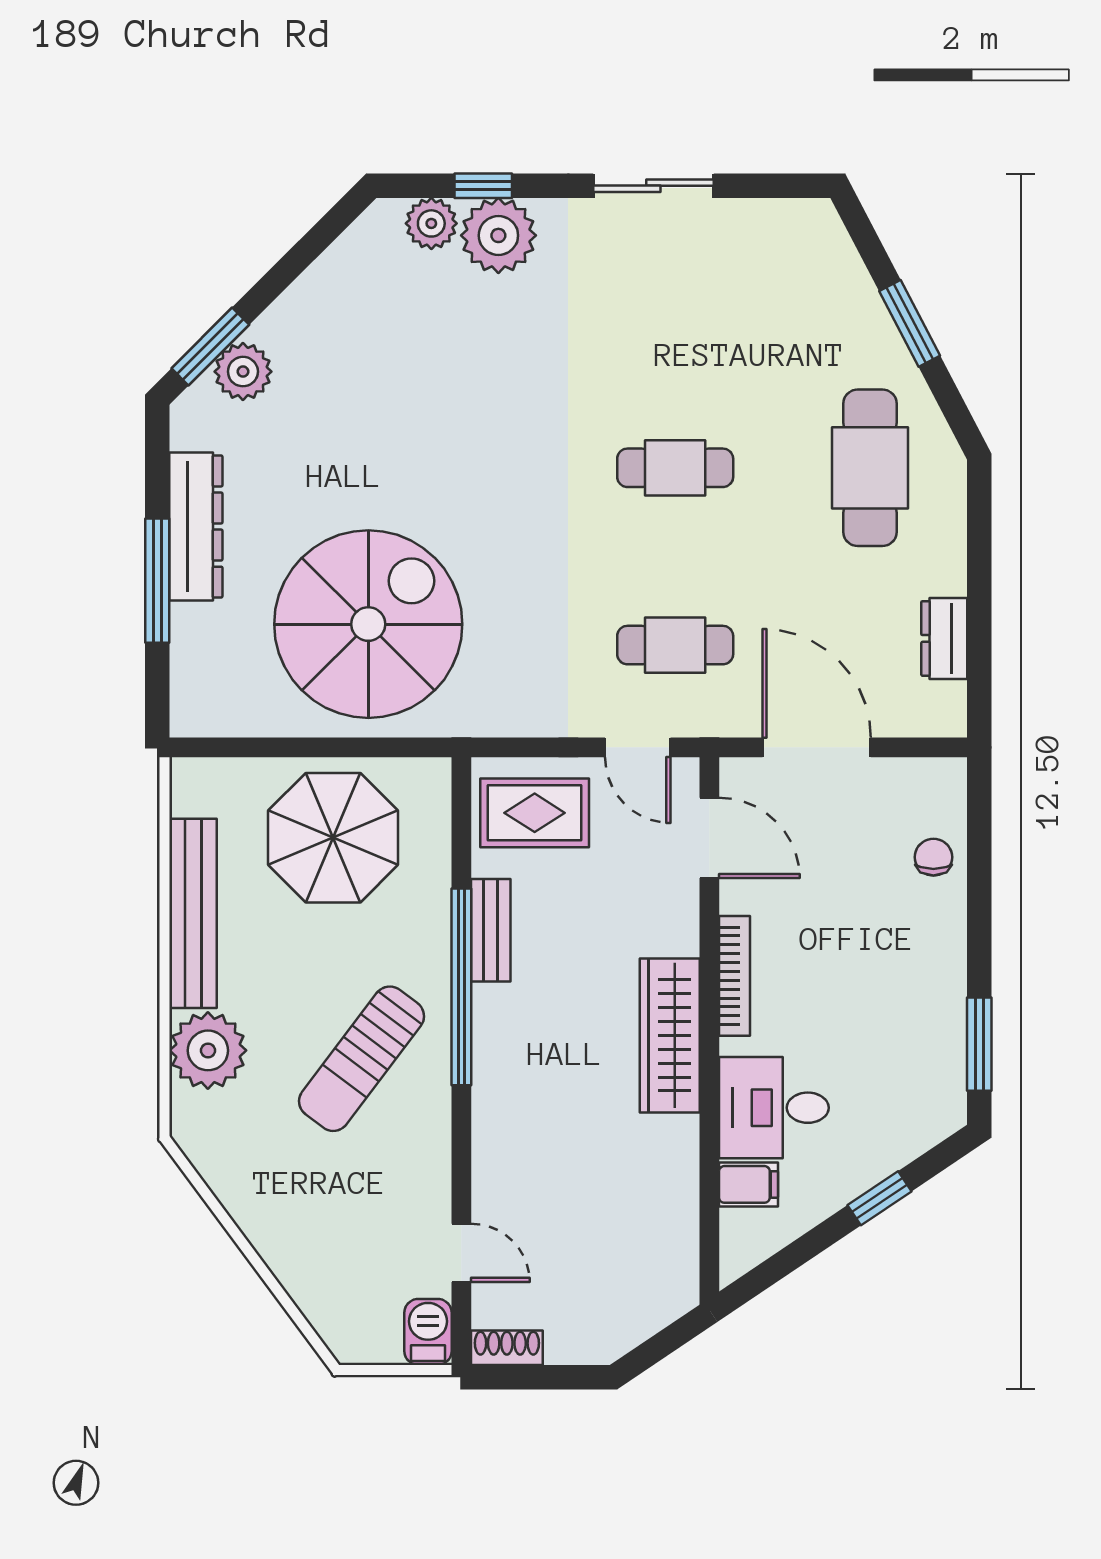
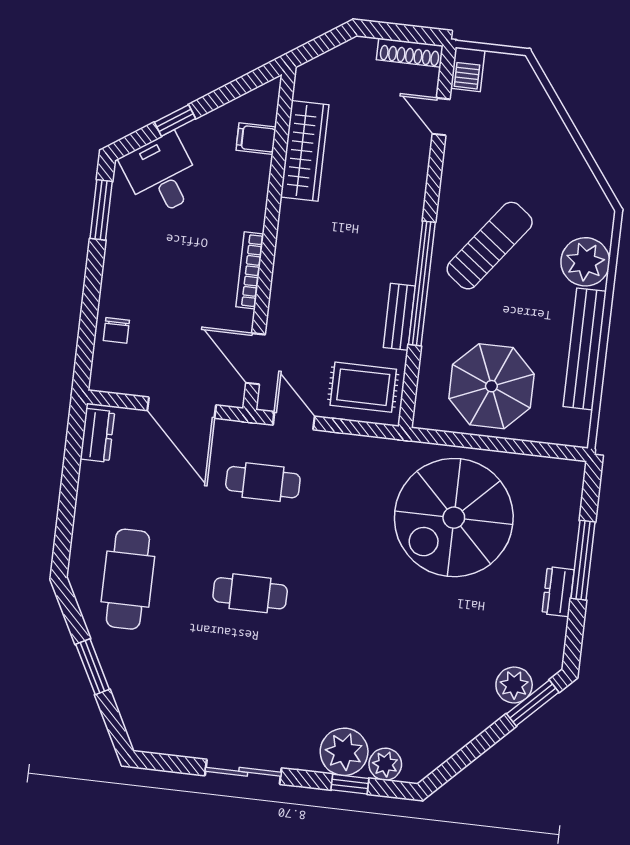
dresser: (196, 527) -> (558, 592), width x0.51, depth x0.80
dresser: (944, 638) -> (97, 435), moved
wardrobe: (670, 1035) -> (305, 151), moved
desk: (774, 1108) -> (162, 175), moved, turned -124
shoe rack: (507, 1348) -> (410, 53), width x1.43

